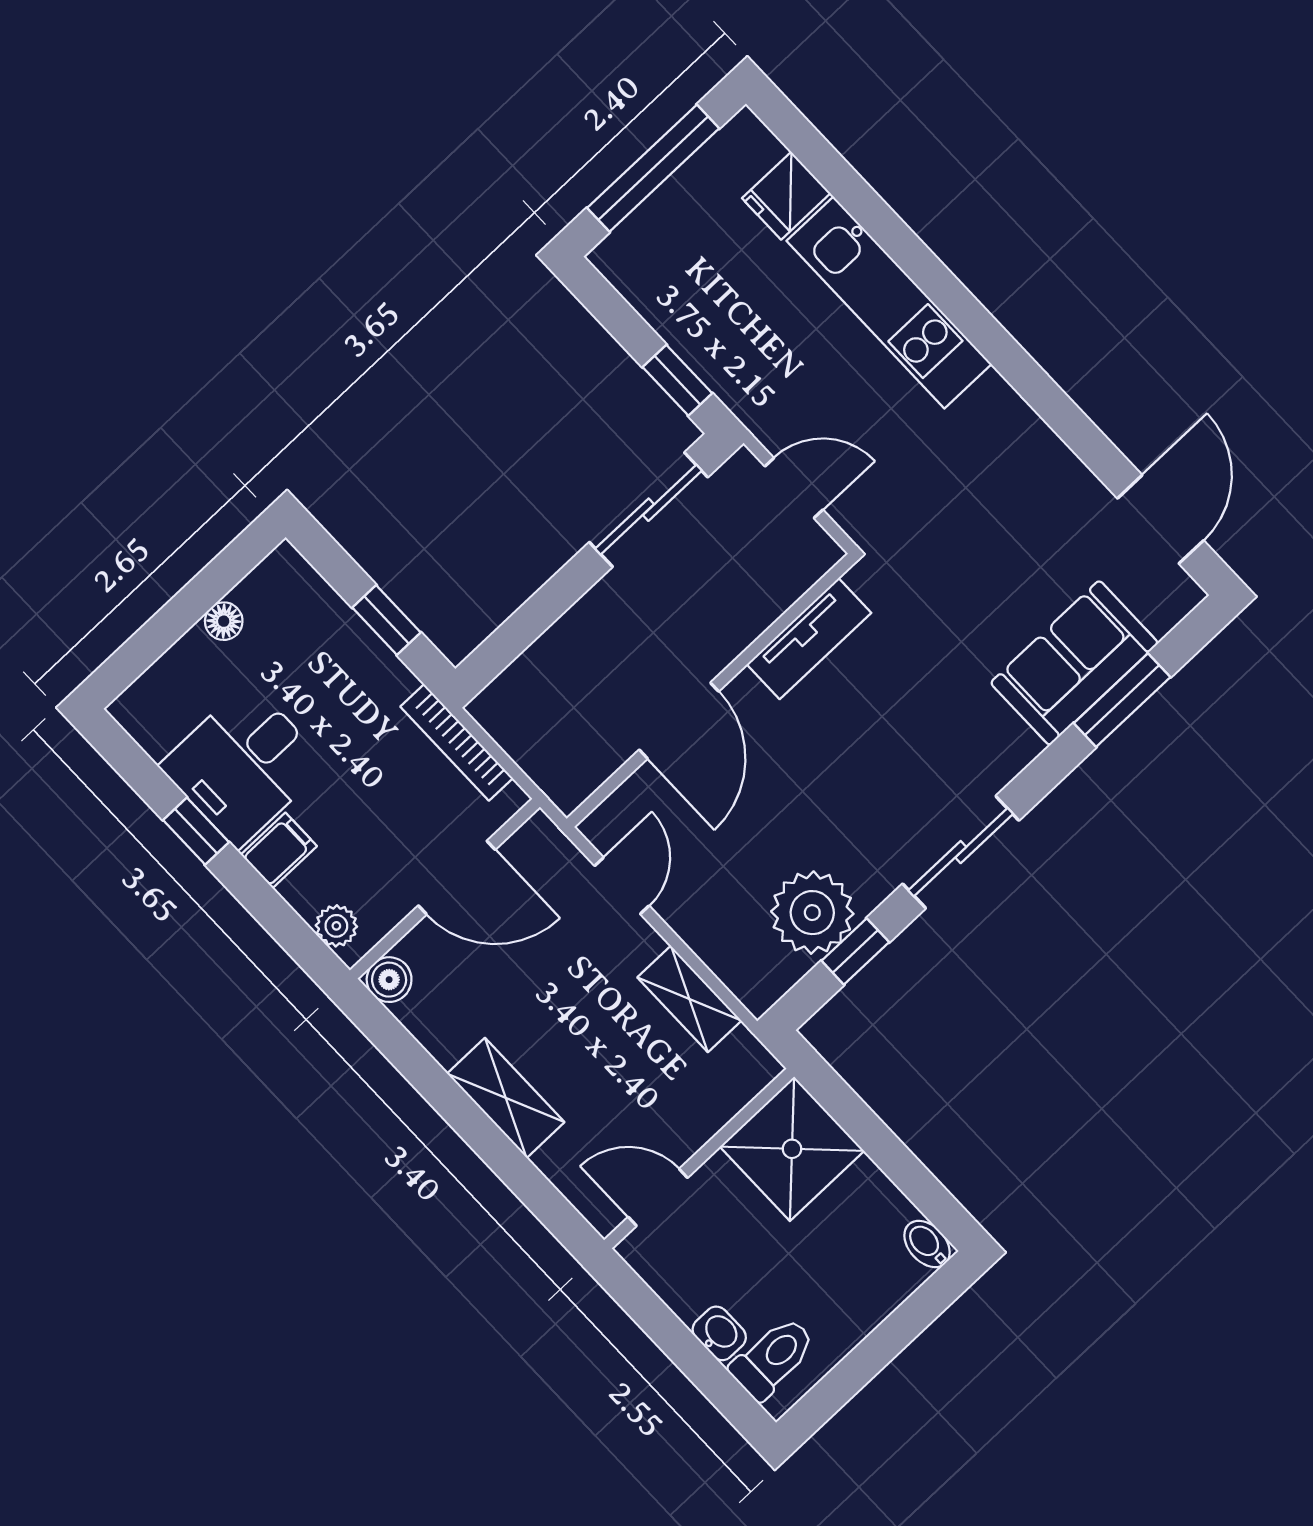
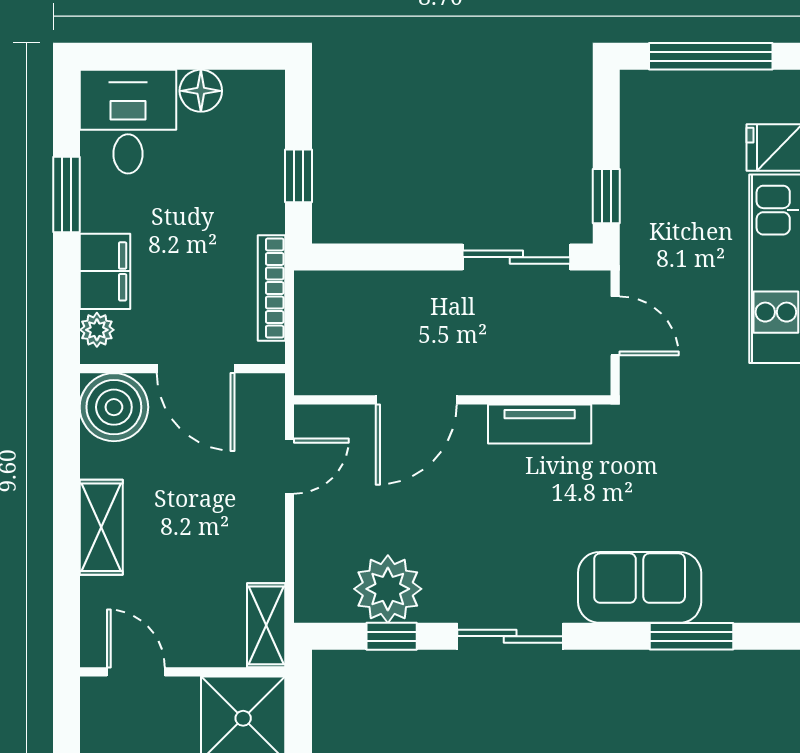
floor lamp: (224, 621) -> (201, 91), width x1.37, depth x1.37
sofa: (1074, 663) -> (640, 587), moved
desk: (243, 765) -> (128, 122), moved, turned 90
window: (196, 831) -> (66, 195), width x1.50
filing cabinet: (279, 850) -> (105, 271), width x2.00
boiler: (389, 980) -> (114, 407), width x1.86, depth x1.86
shelving: (689, 999) -> (266, 625), moved

